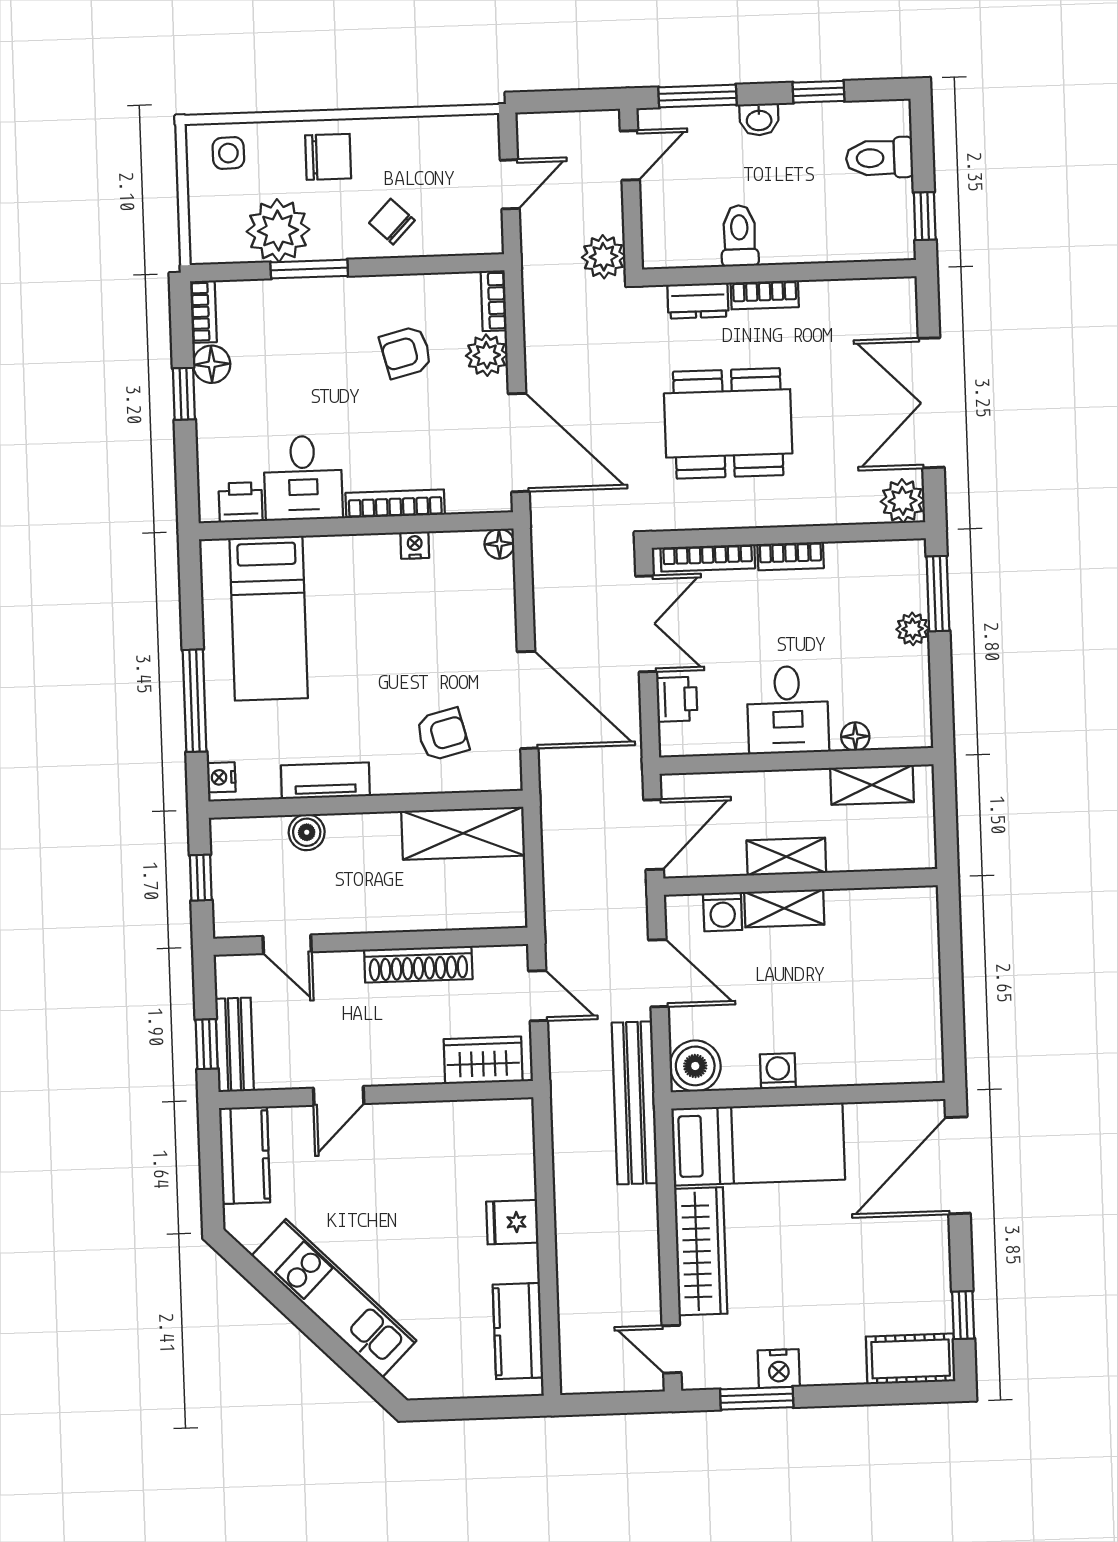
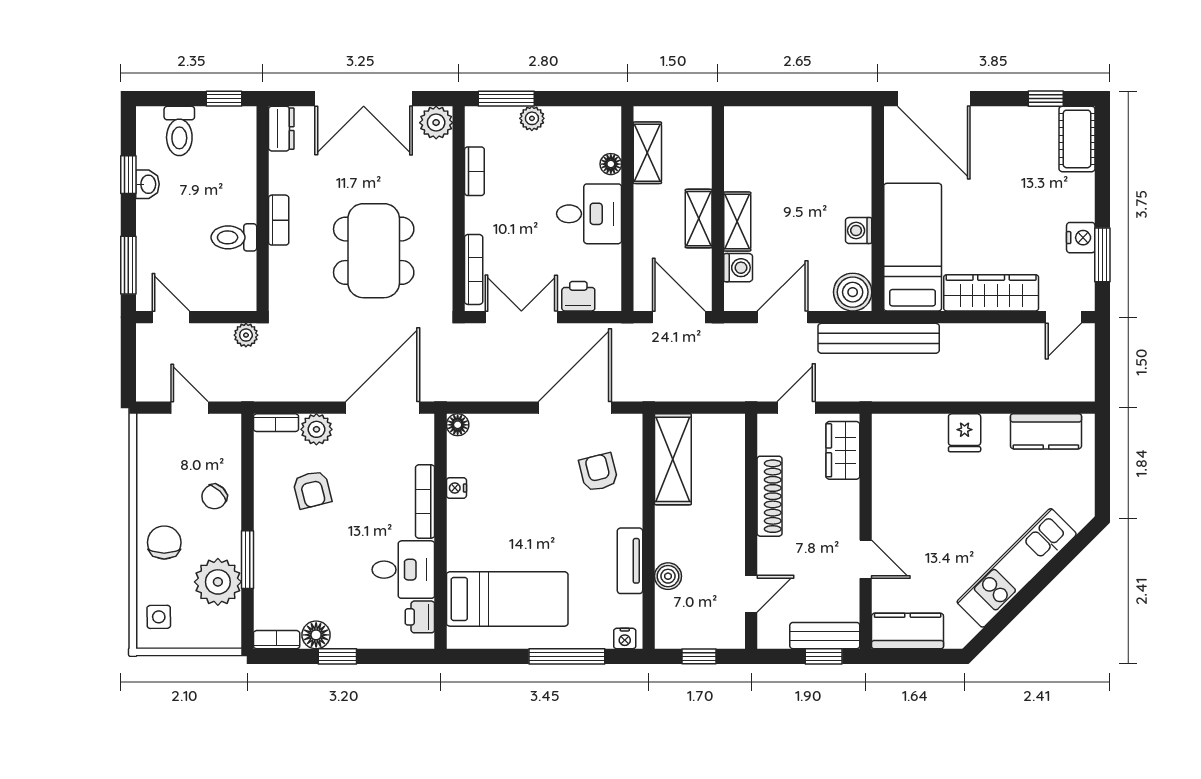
washbasin: (759, 120) -> (148, 184), moved
plant: (603, 257) -> (246, 335), width x0.73, depth x0.73
dresser: (698, 301) -> (281, 129), moved
bookcase: (791, 556) -> (474, 171), moved

